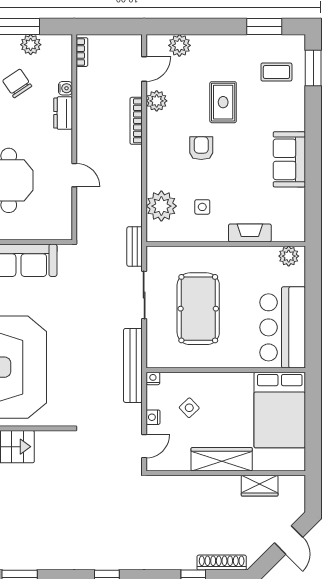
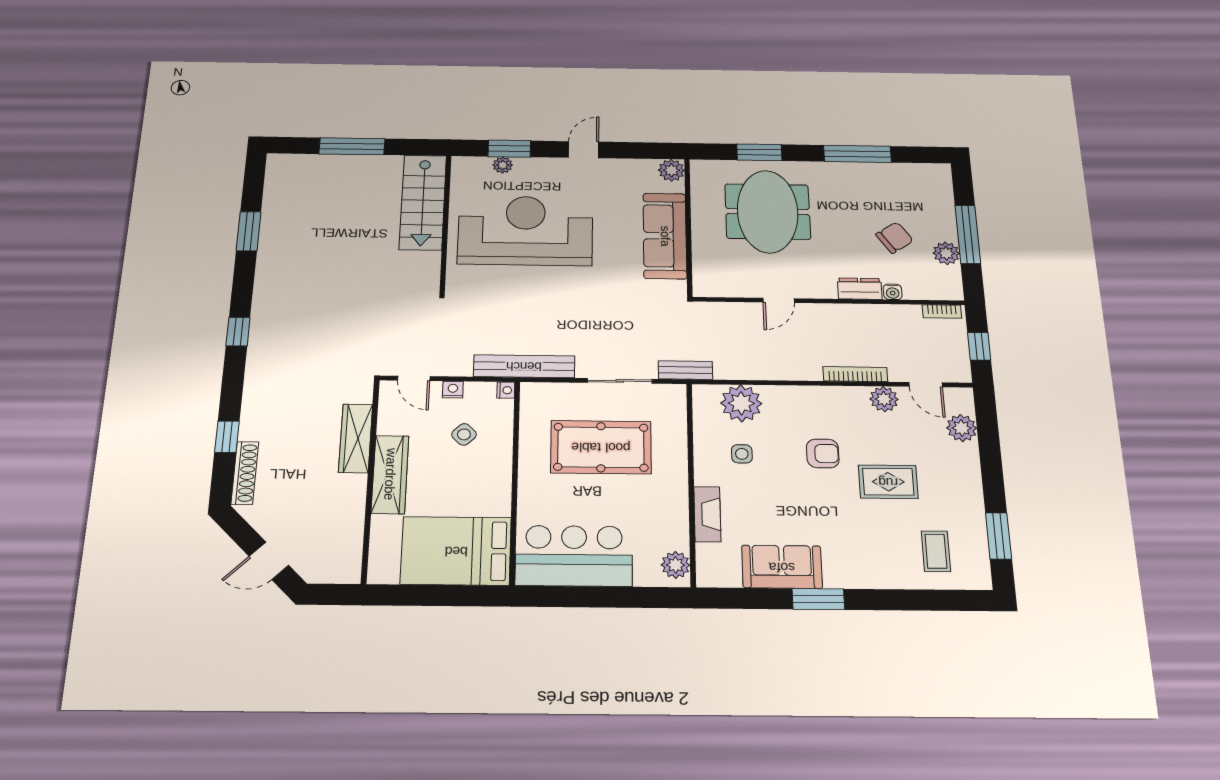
window: (111, 26) -> (979, 346), added
window: (313, 68) -> (818, 599), moved
sofa: (289, 159) -> (782, 567), moved
wardrobe: (260, 486) -> (356, 438), moved, width x1.50

